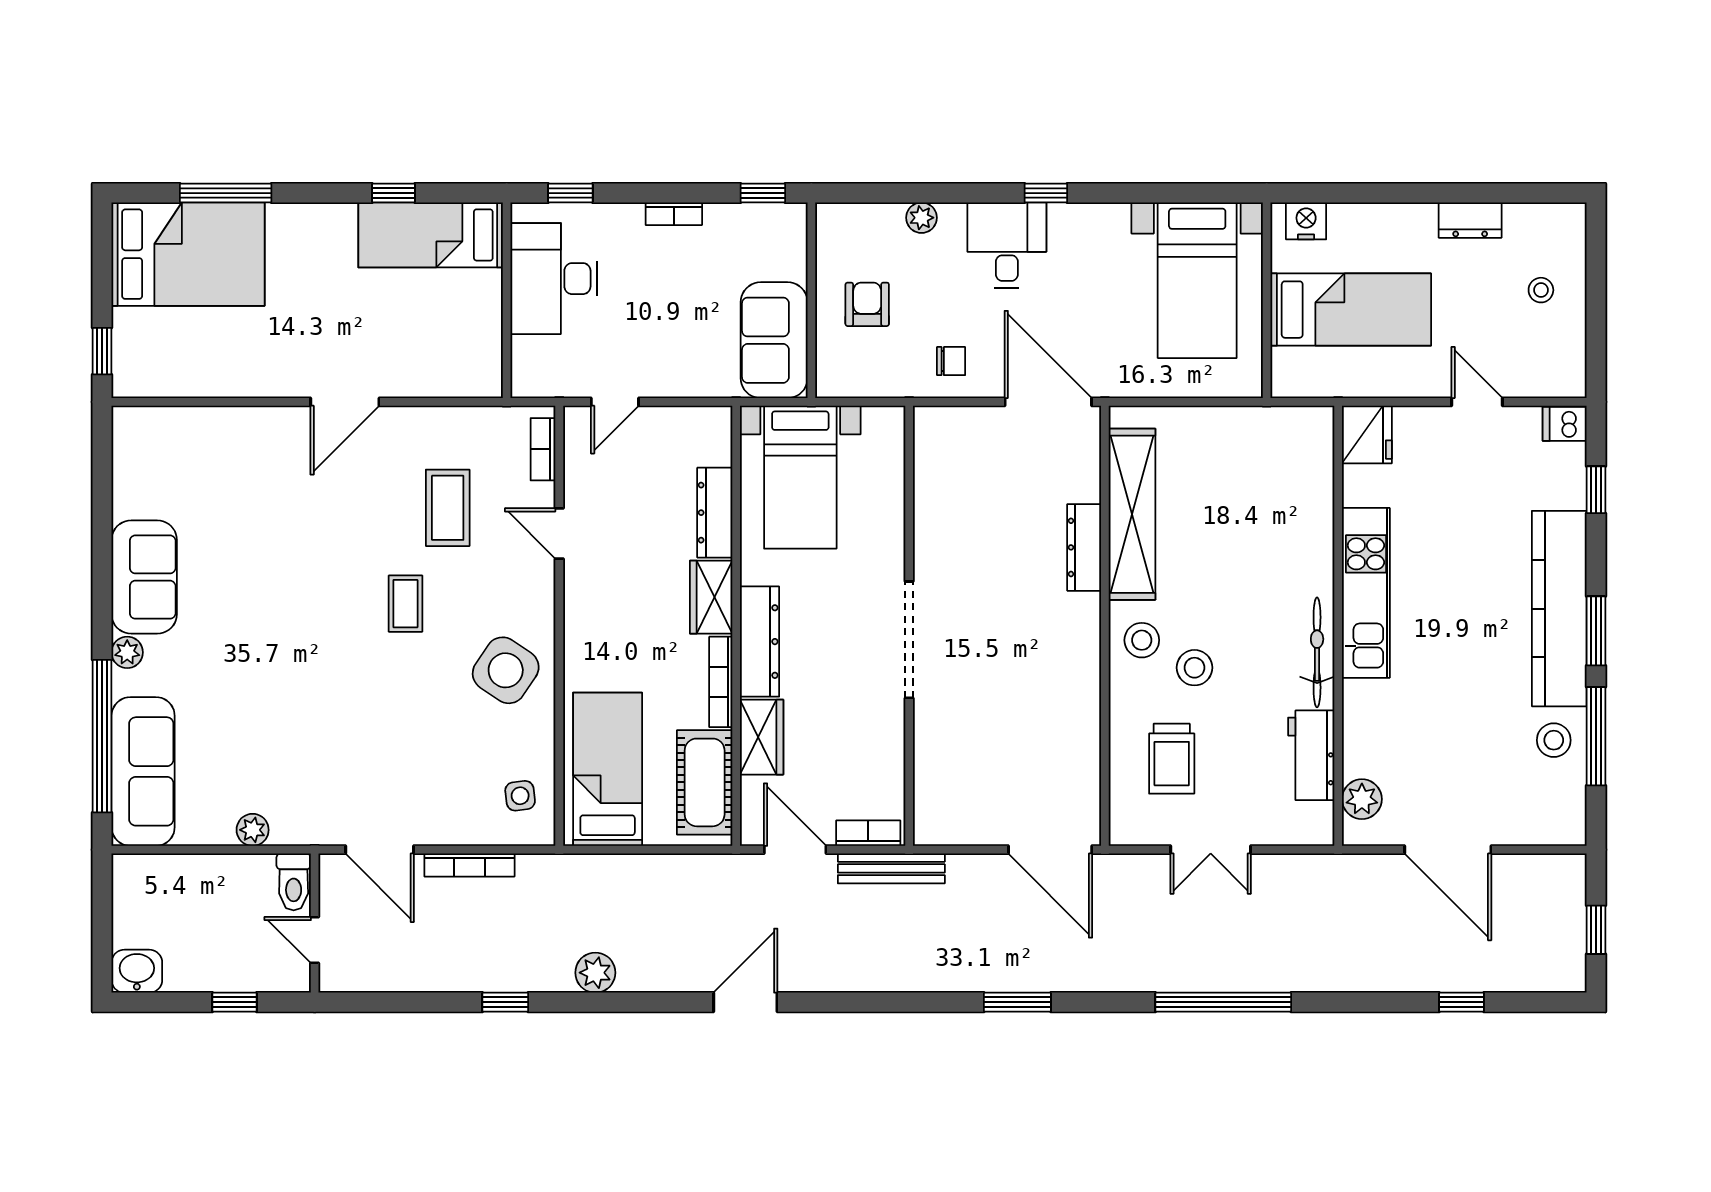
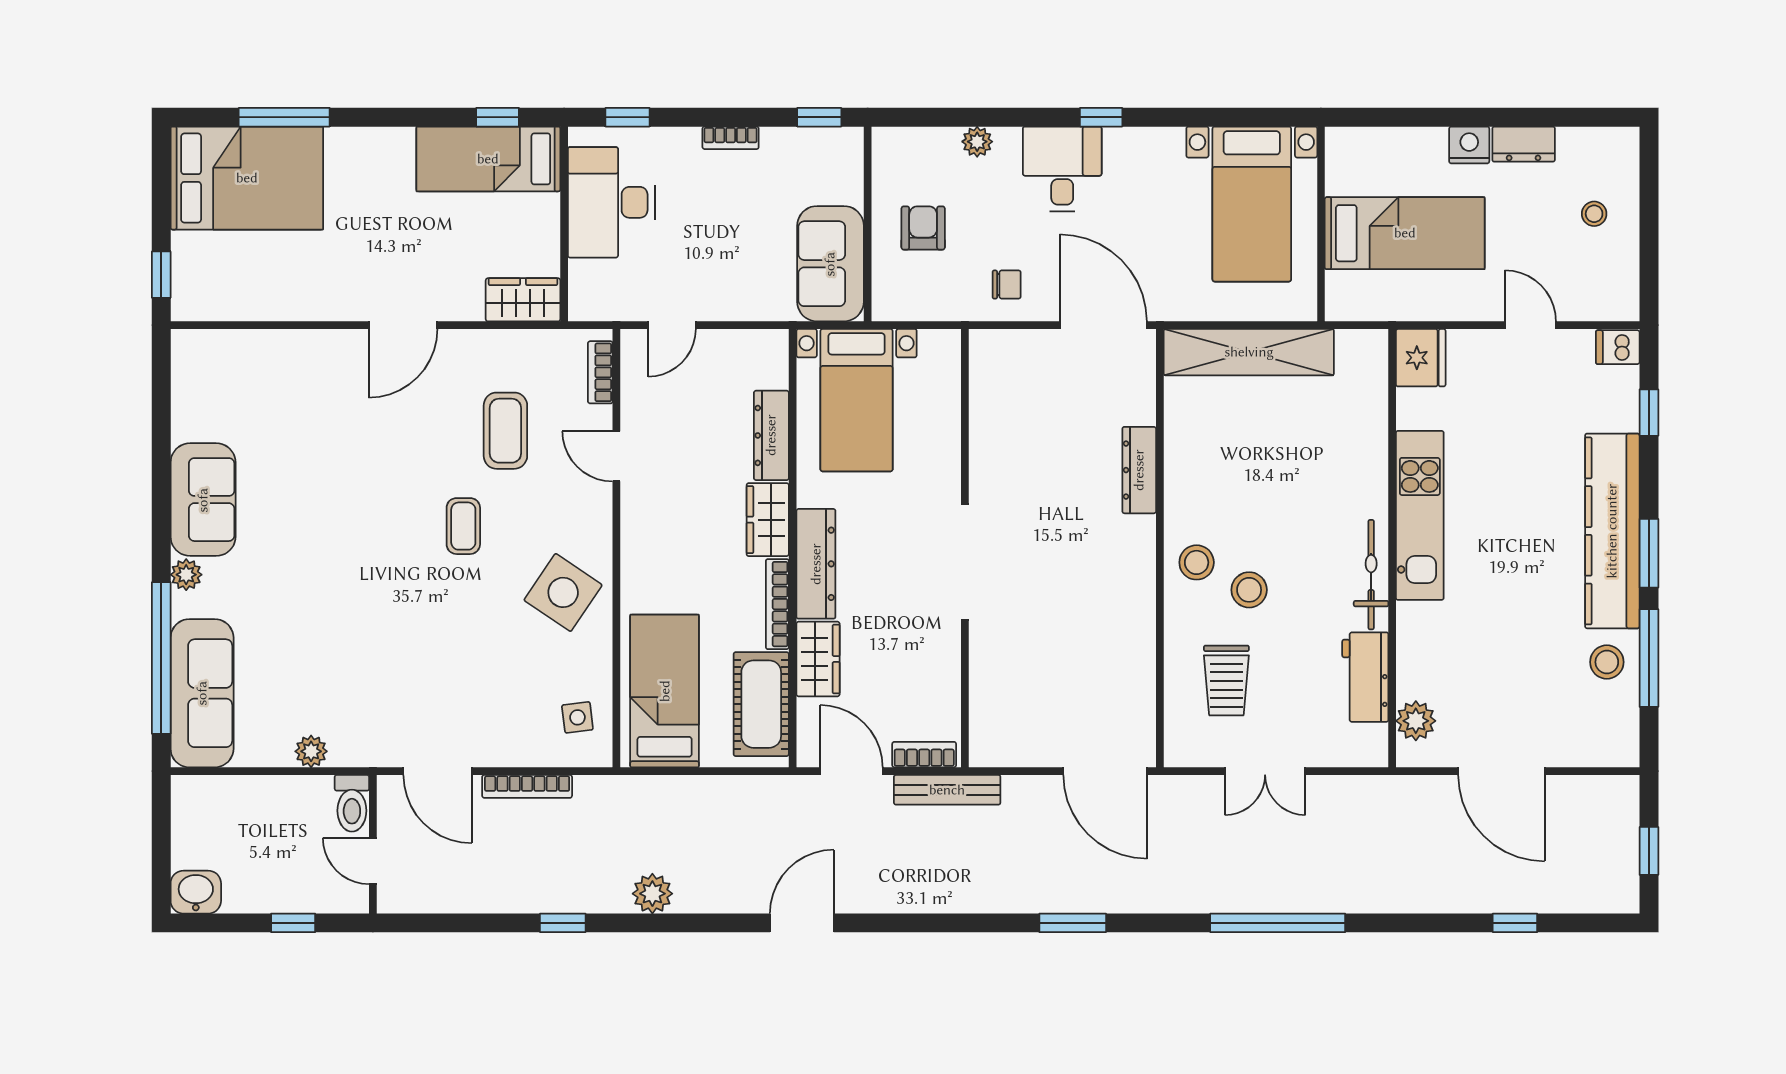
window: (394, 193) -> (498, 117), moved
nightstand: (1306, 221) -> (1469, 145), moved
wardrobe: (465, 376) -> (523, 300), added
shelving: (1132, 514) -> (1249, 352), moved, turned 90

